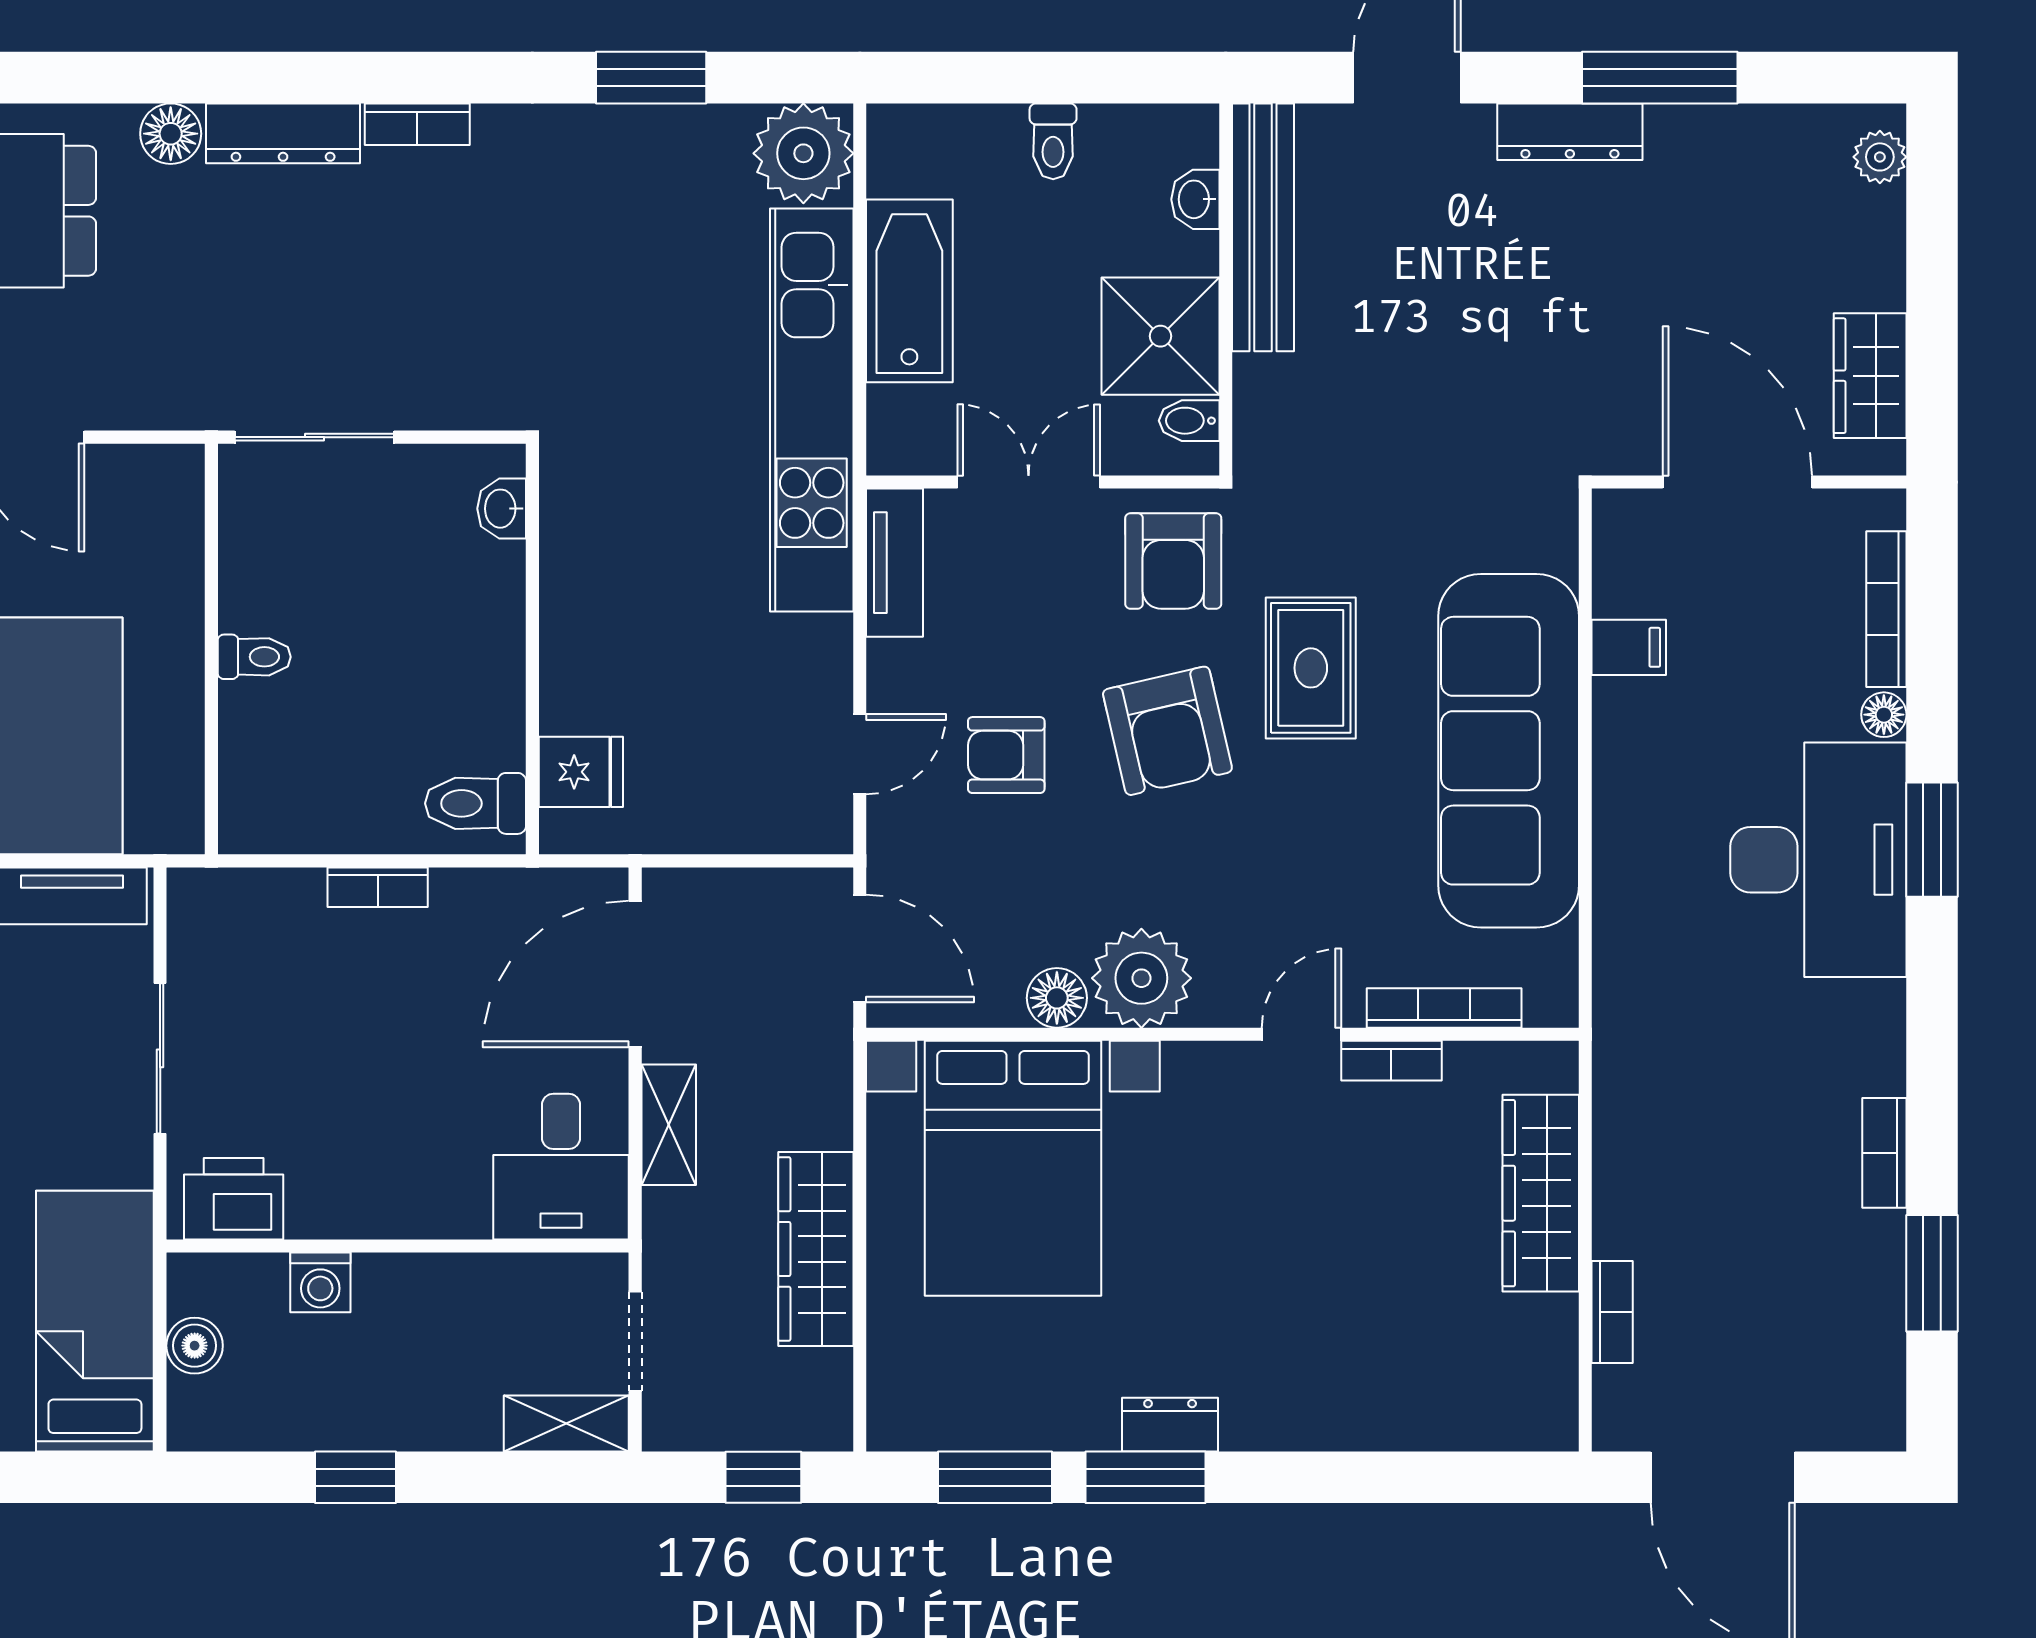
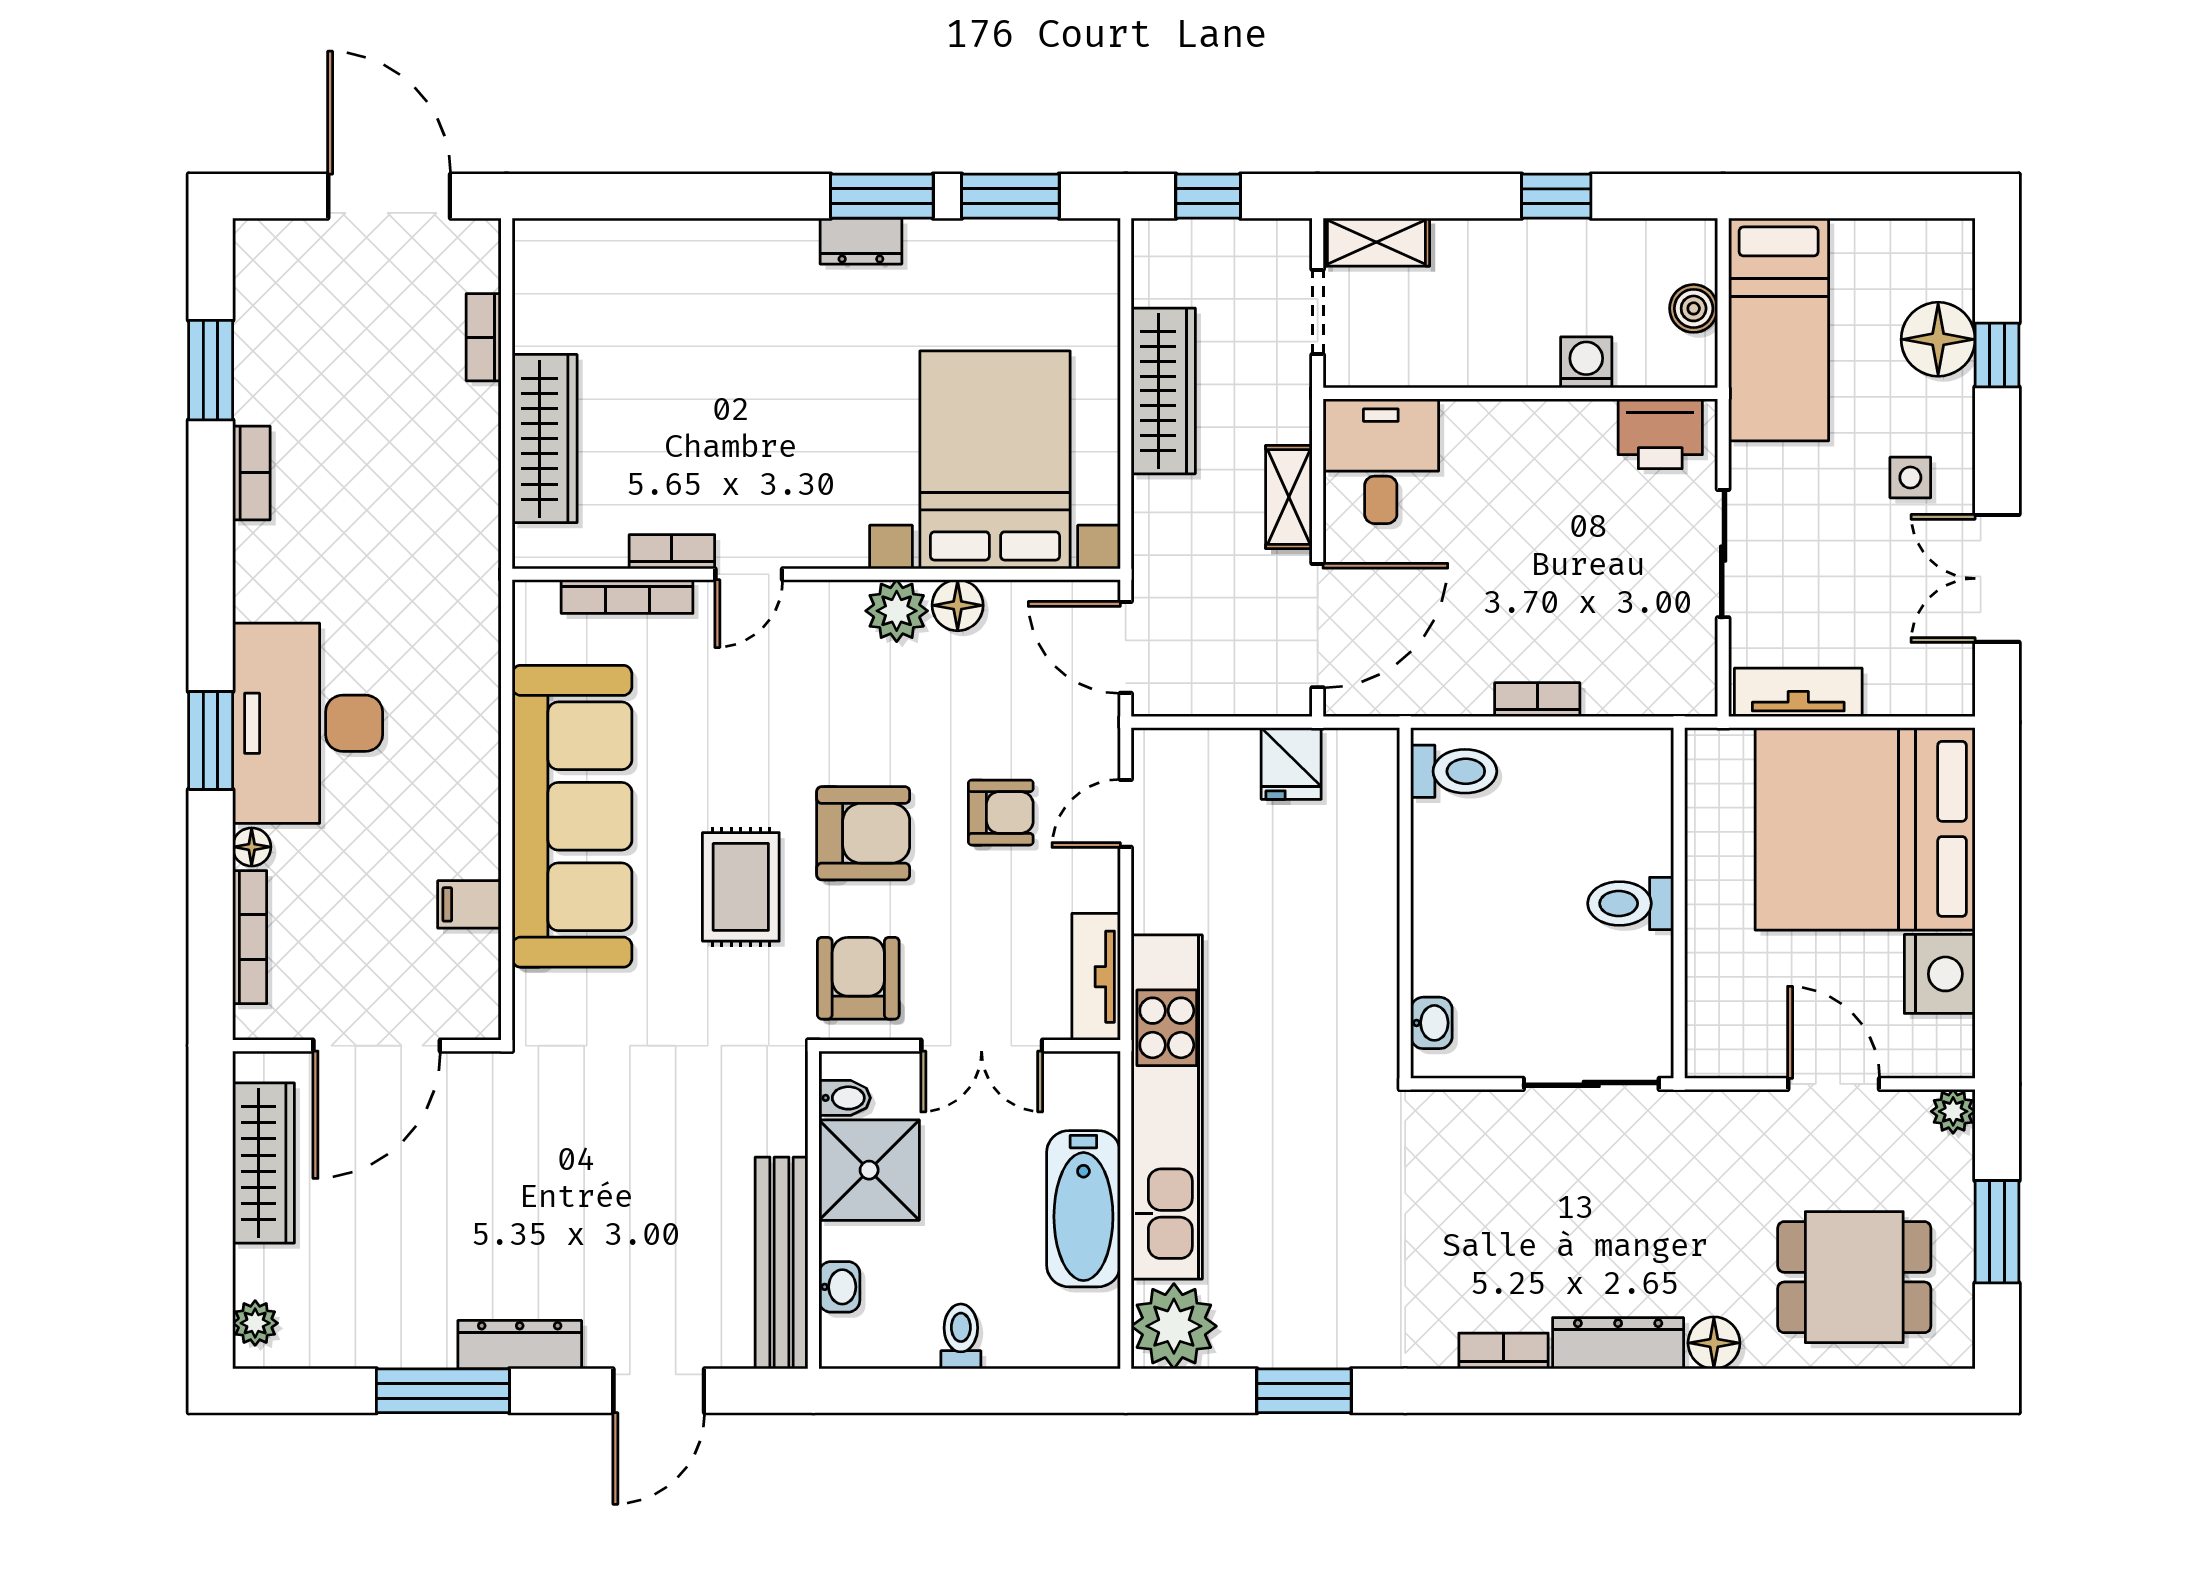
wardrobe: (1870, 376) -> (263, 1163), width x1.50
door: (1737, 482) -> (377, 1046), hinge flipped
toilet: (254, 657) -> (1631, 903), width x1.37, depth x1.39
armchair: (1167, 731) -> (863, 833), turned 103
fridge: (581, 772) -> (1291, 764), moved, turned -90
plant: (1141, 978) -> (897, 611), width x0.73, depth x0.73

